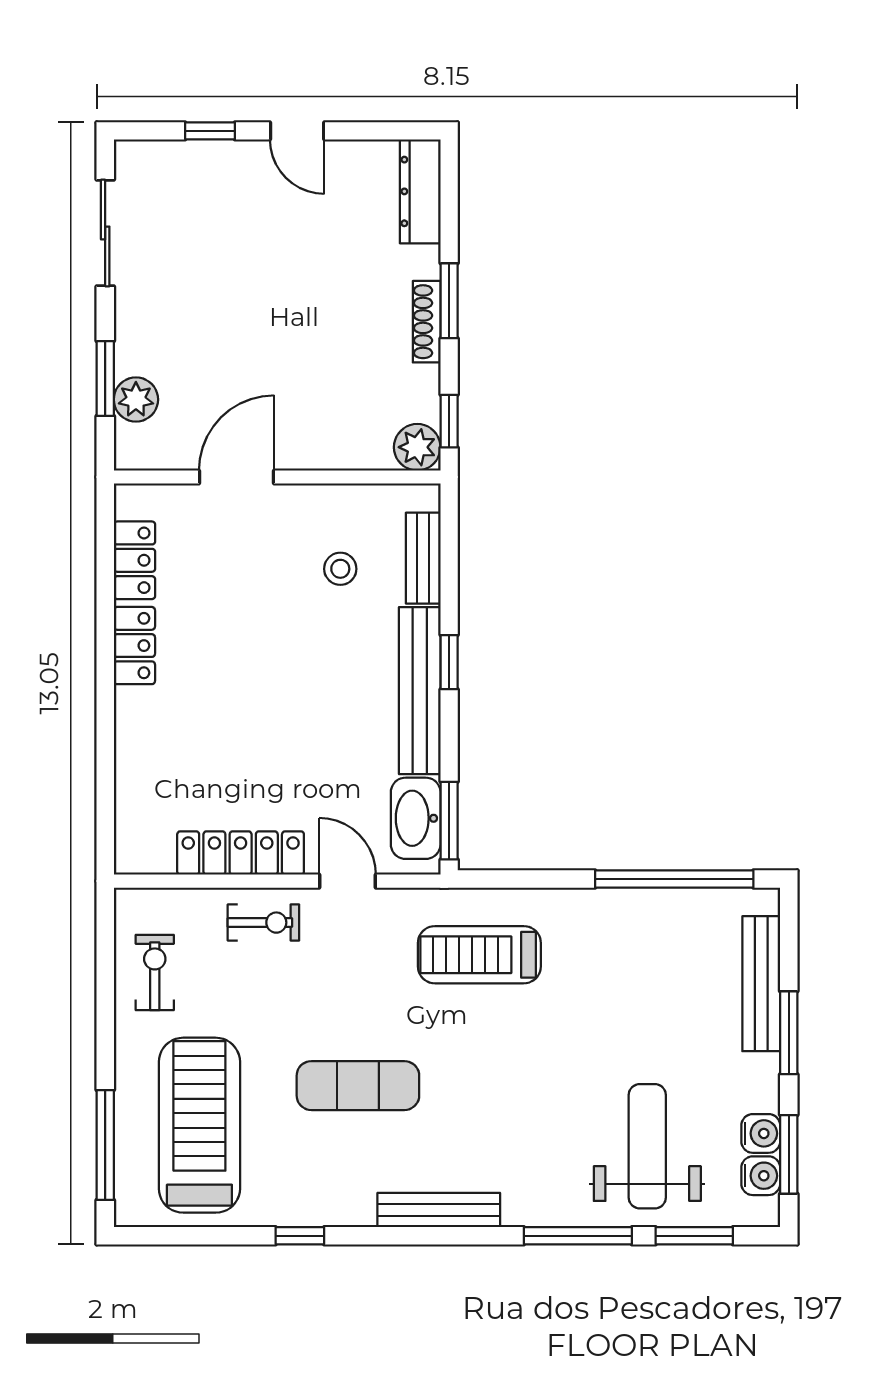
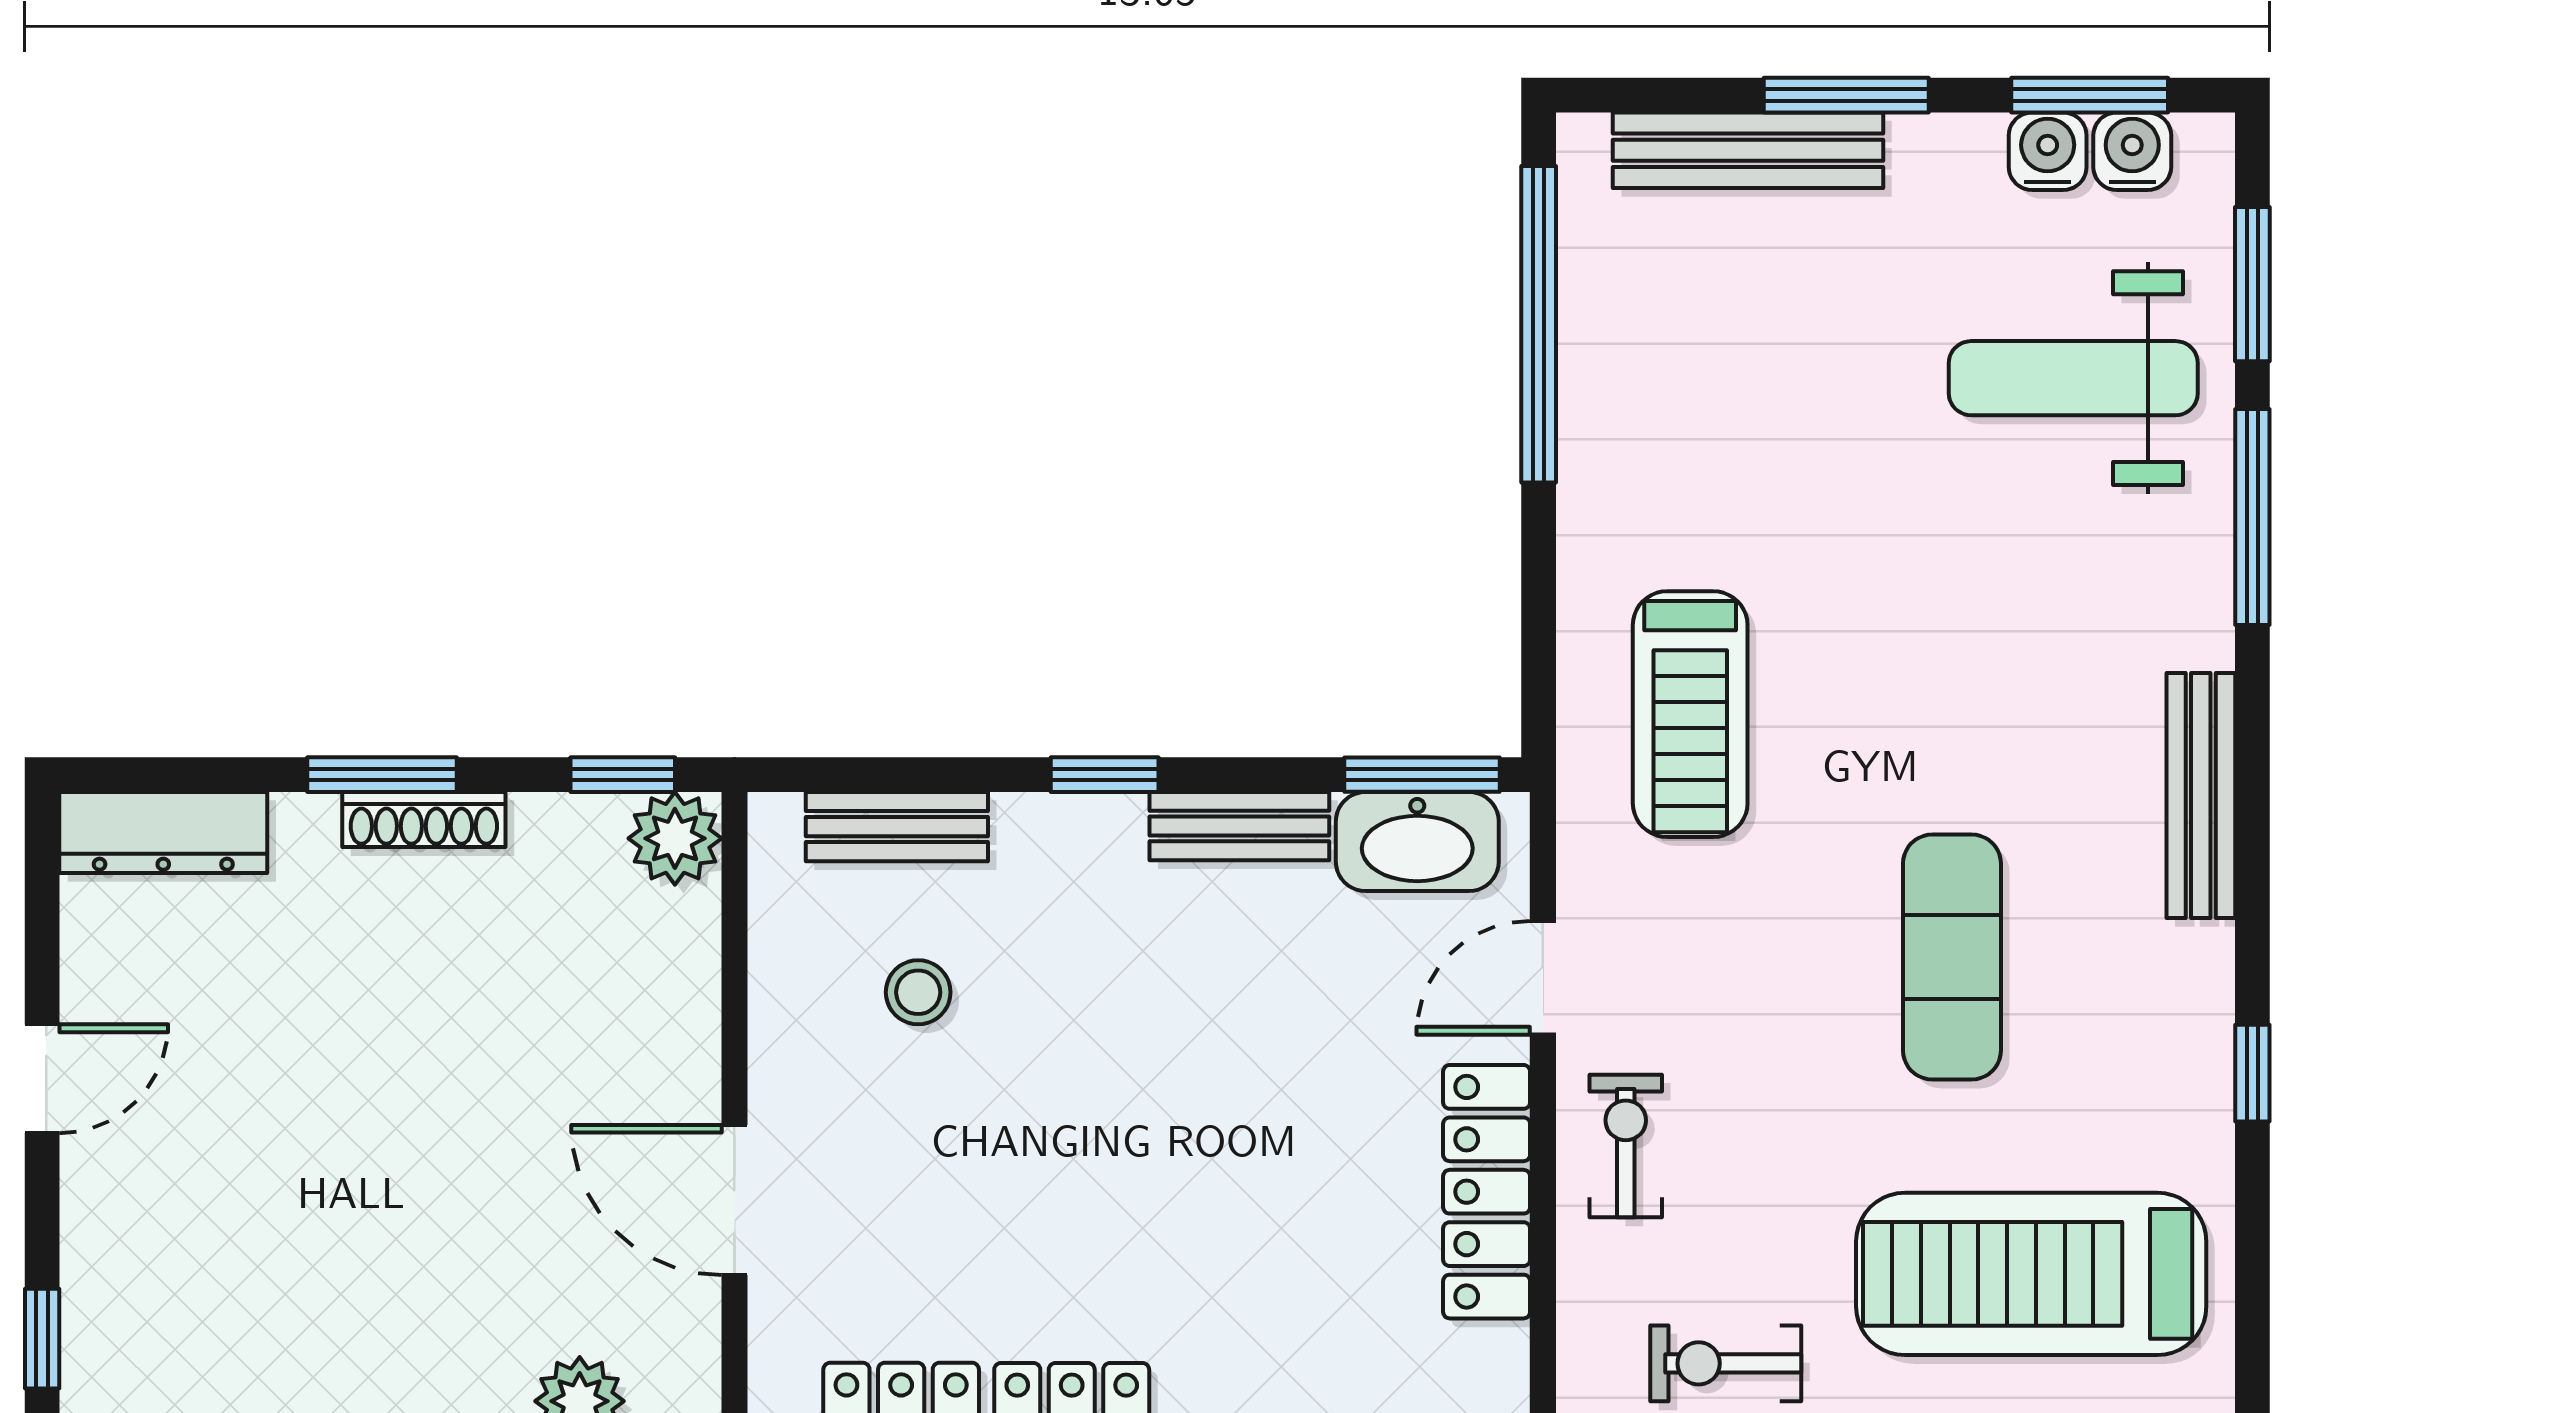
window: (210, 131) -> (42, 1339), moved
bench: (420, 691) -> (1239, 826), width x0.54, depth x0.82

